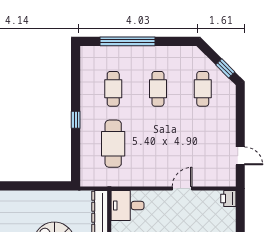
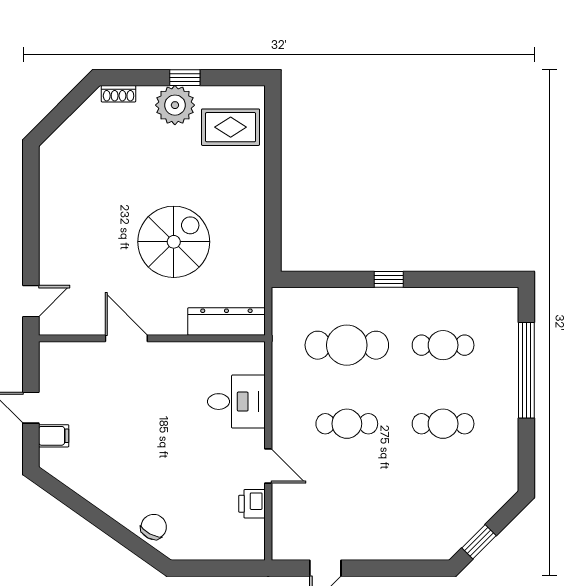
cafe table: (203, 89) -> (347, 424), moved
printer: (228, 199) -> (252, 504), moved, turned -90
desk: (127, 205) -> (236, 402), moved, turned 90

